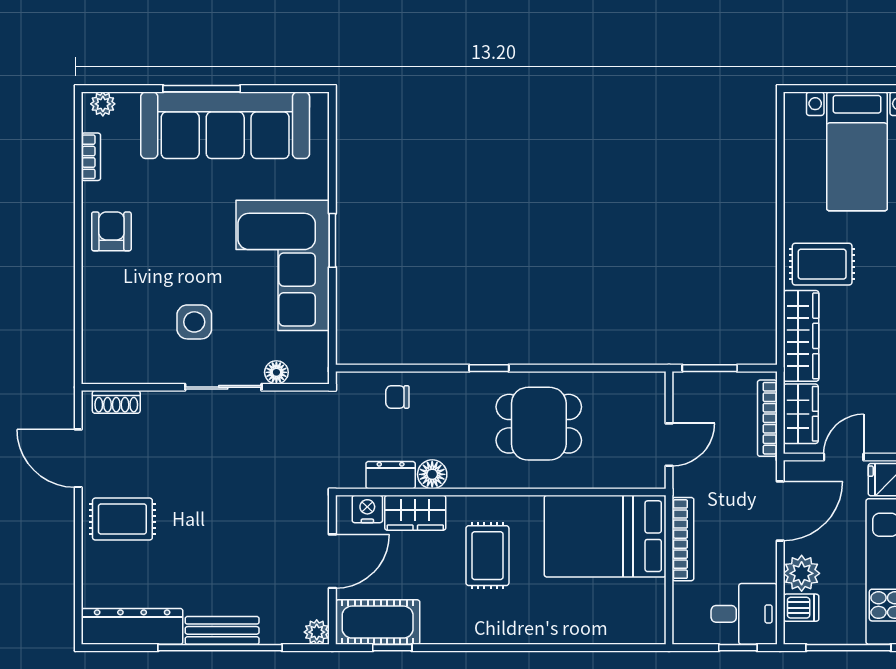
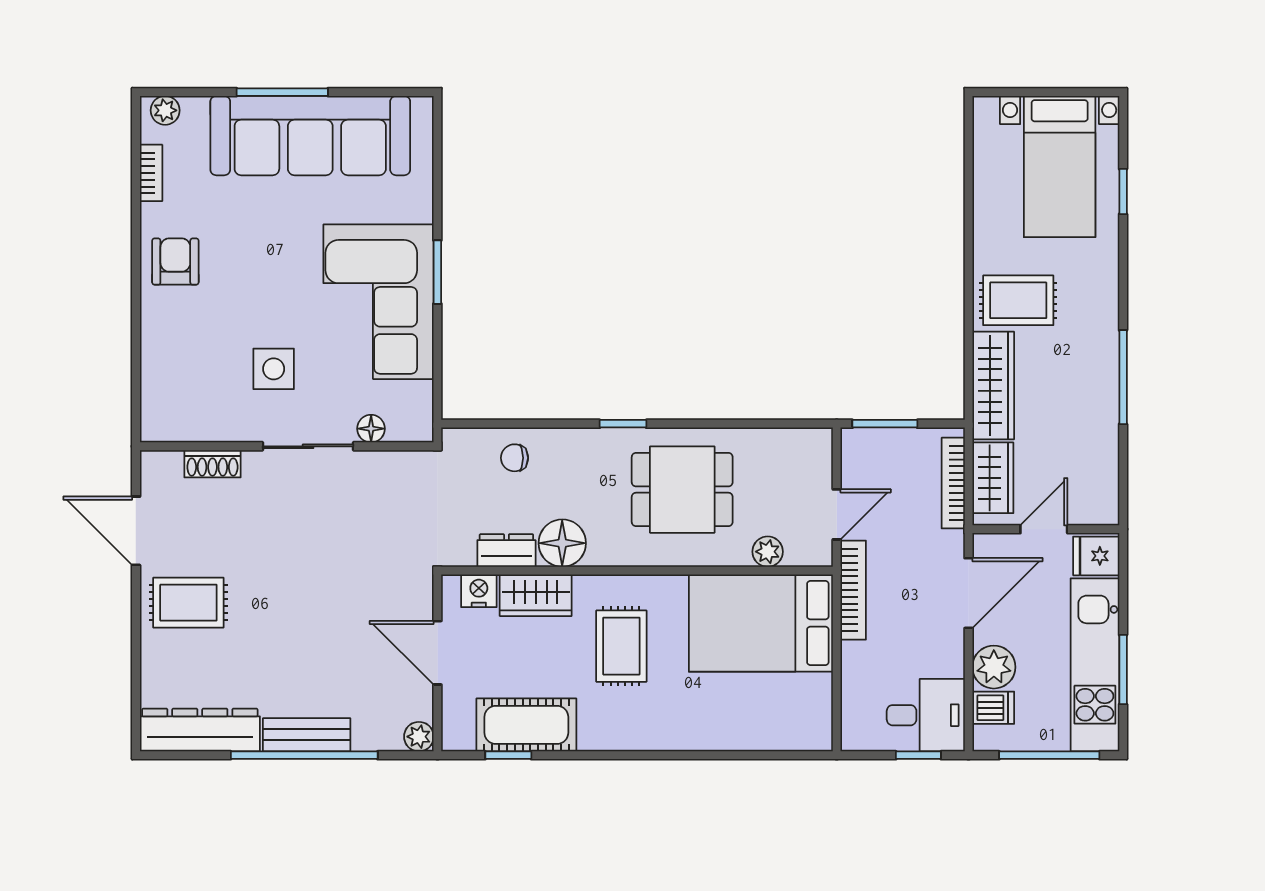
shoe rack: (116, 402) -> (212, 464), moved
floor lamp: (432, 474) -> (562, 543), width x1.38, depth x1.38
plant: (611, 476) -> (768, 552), added
bookcase: (683, 539) -> (853, 590), moved
door: (332, 561) -> (437, 653), swing flipped
cot: (378, 622) -> (526, 725), moved

